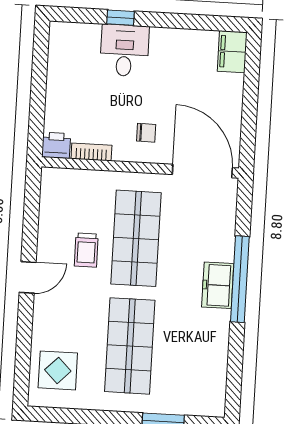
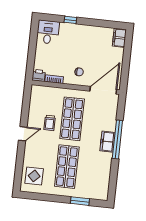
desk: (124, 50) -> (48, 32), moved
door: (202, 171) -> (103, 90), hinge flipped

